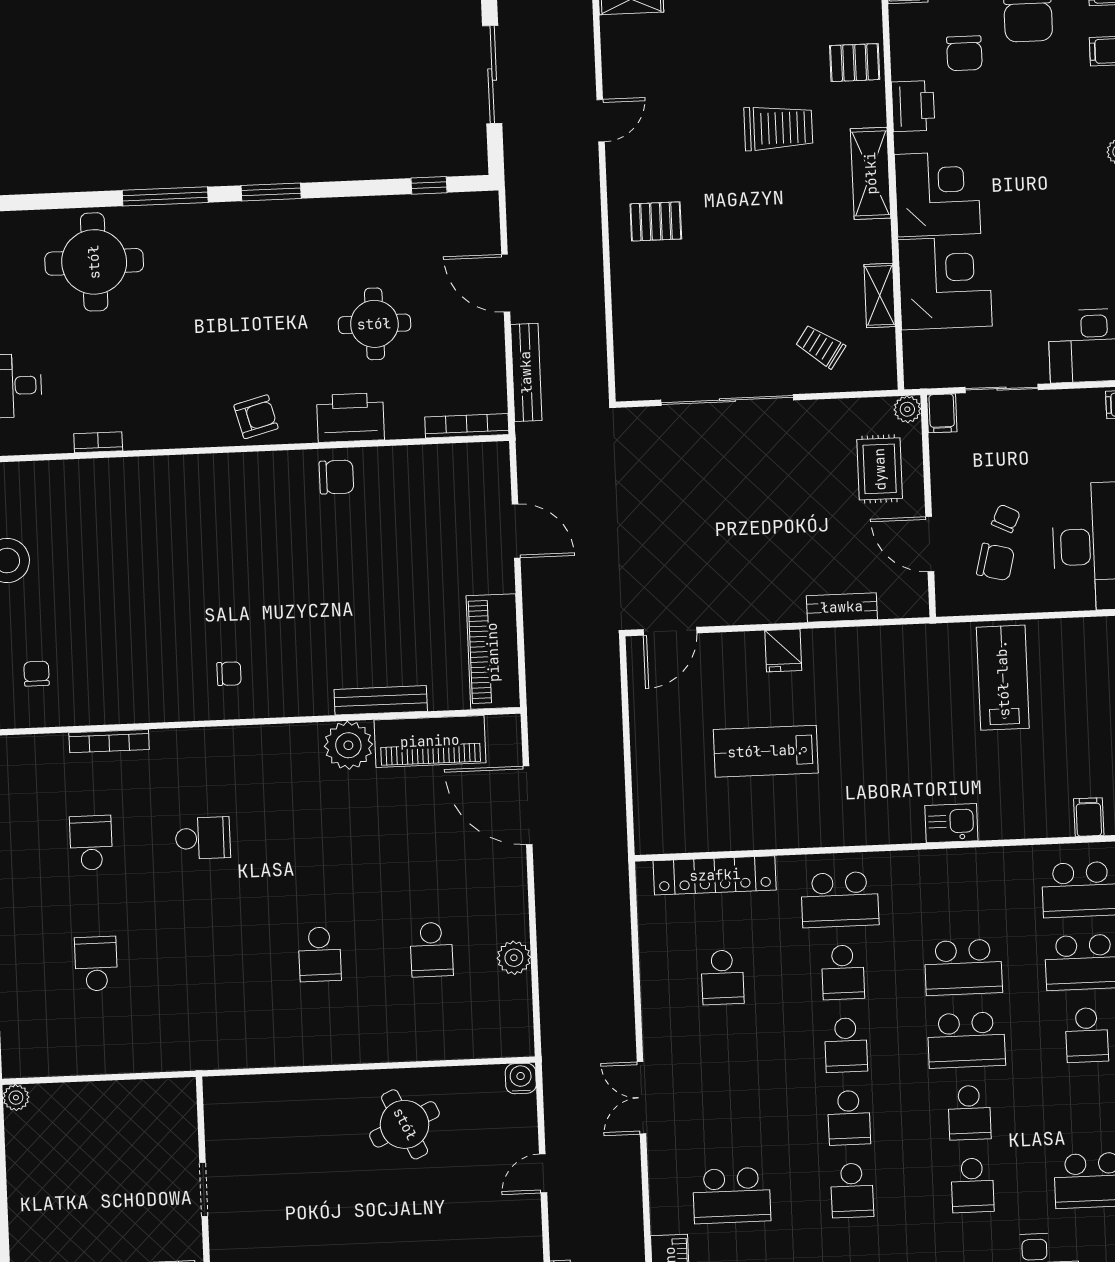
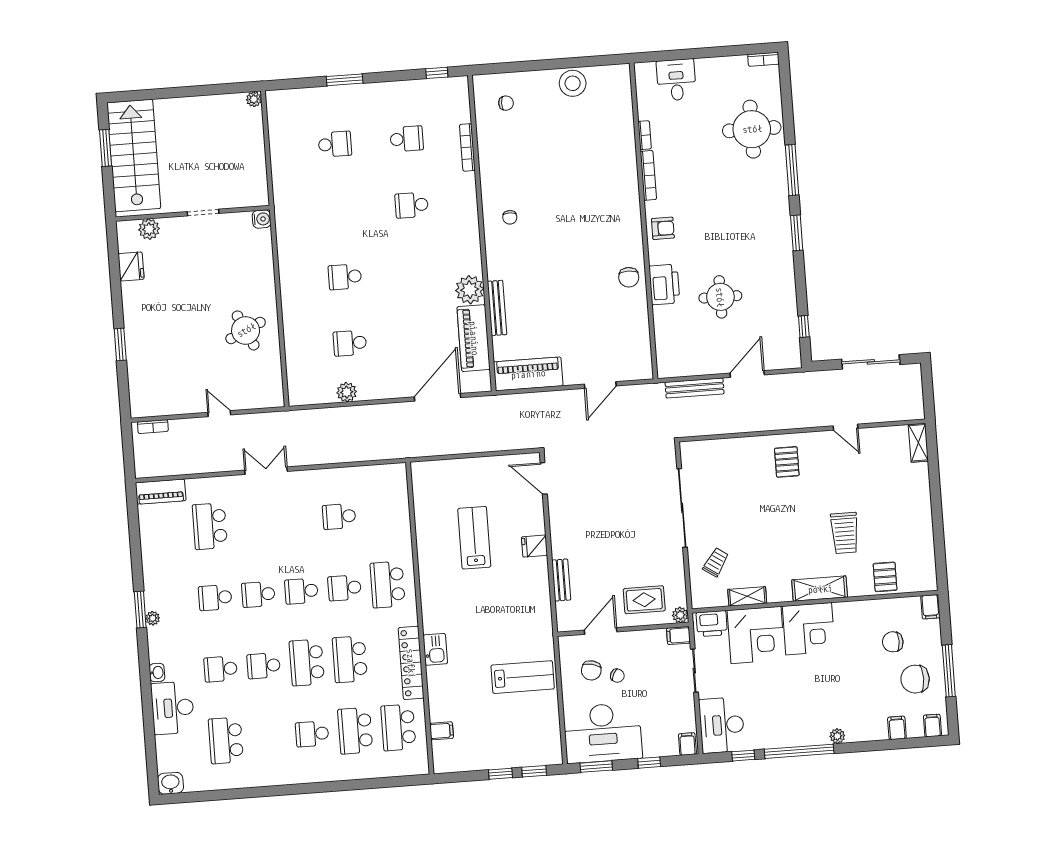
printer: (913, 106) -> (712, 624), moved
armchair: (256, 417) -> (663, 228), turned -75
bookcase: (467, 426) -> (648, 175), moved
school desk: (203, 838) -> (412, 205), turned 90
locker: (715, 875) -> (411, 663), moved
water cooler: (521, 1078) -> (262, 219), moved

